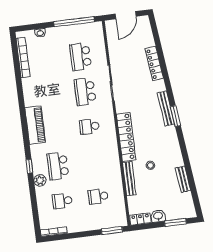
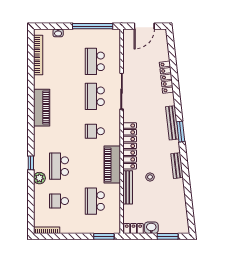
piano: (35, 125) -> (42, 108), moved
piano: (111, 158) -> (112, 165), added
bench: (183, 179) -> (177, 166), moved
school desk: (98, 196) -> (95, 201), width x1.85

